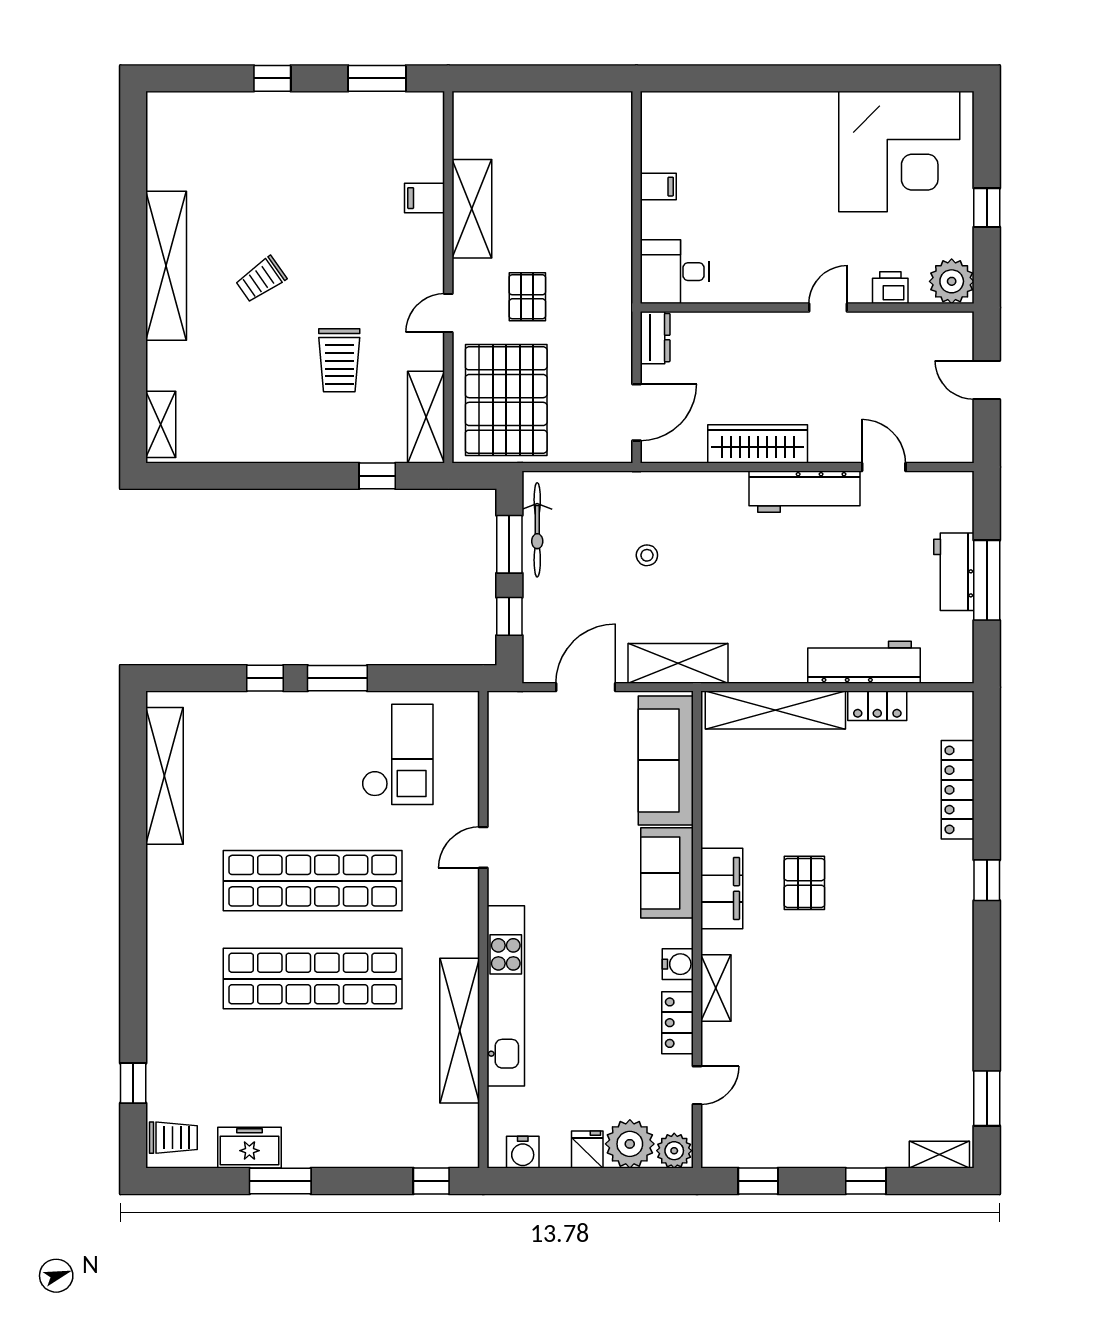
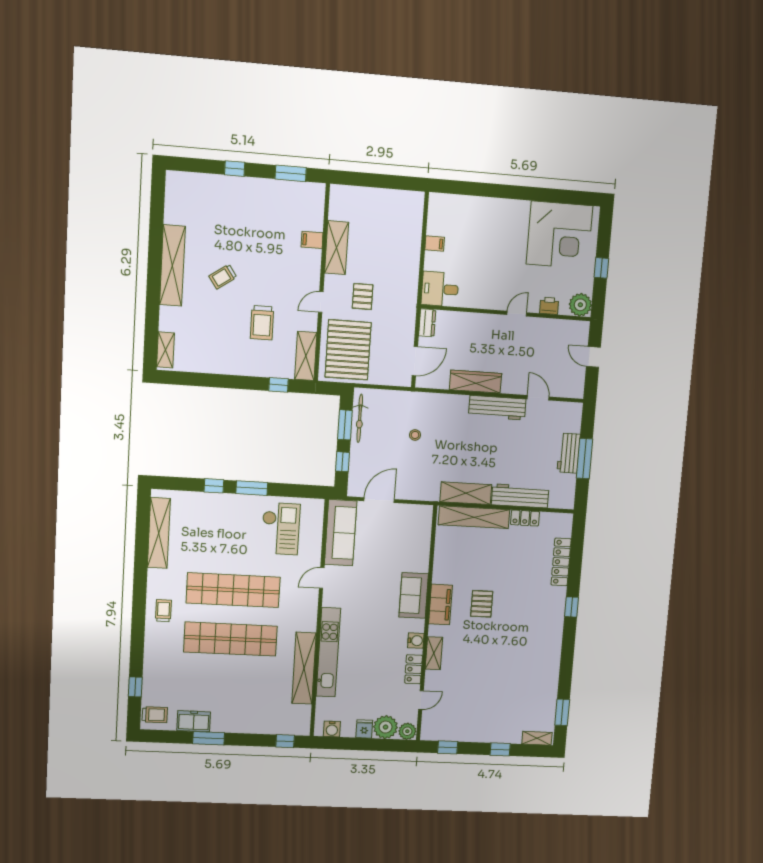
shelving: (678, 663) -> (466, 493), moved
sofa: (666, 760) -> (341, 533), moved, turned 180
trolley: (180, 928) -> (163, 611), added

